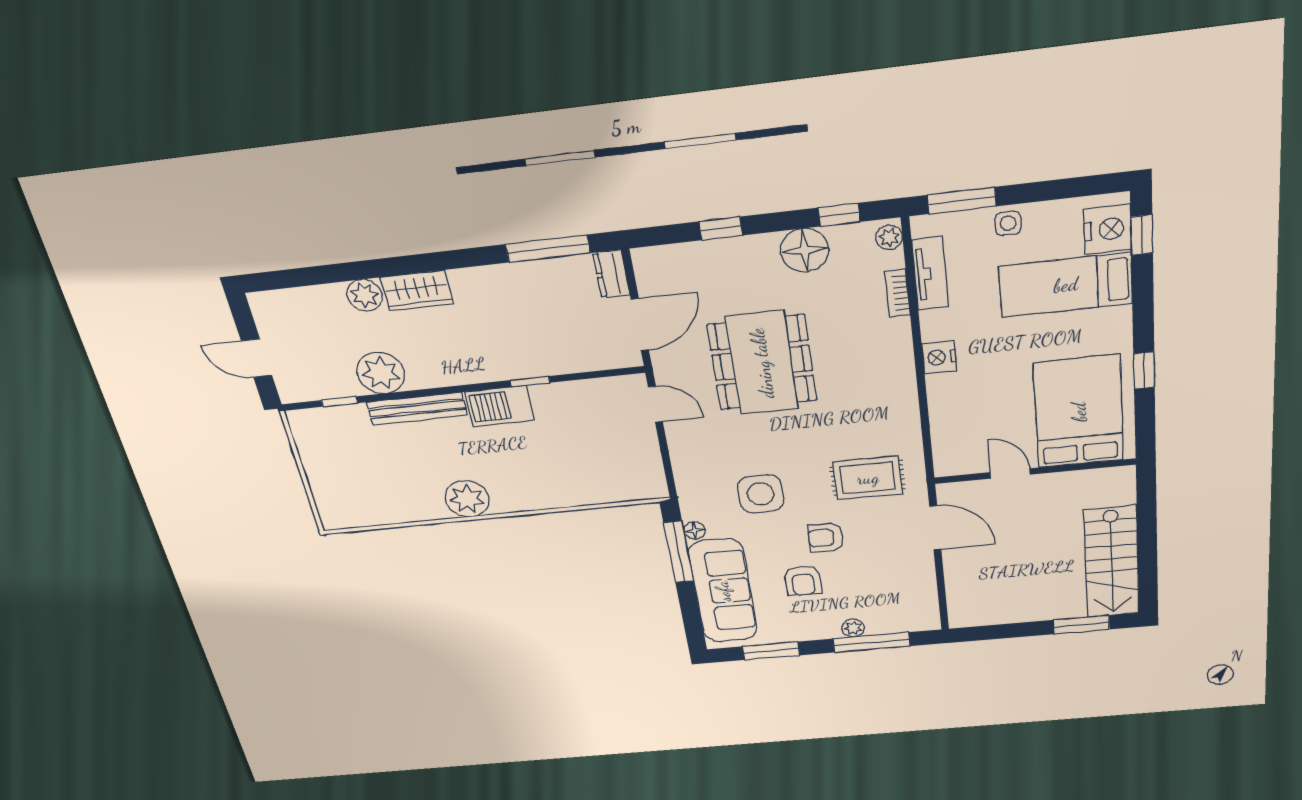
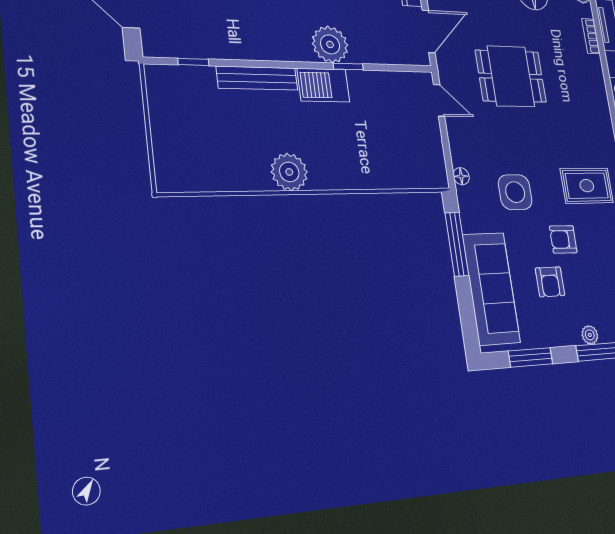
dining table: (762, 363) -> (511, 76), width x0.73
plant: (381, 373) -> (330, 44), moved
floor lamp: (695, 531) -> (461, 176), moved

